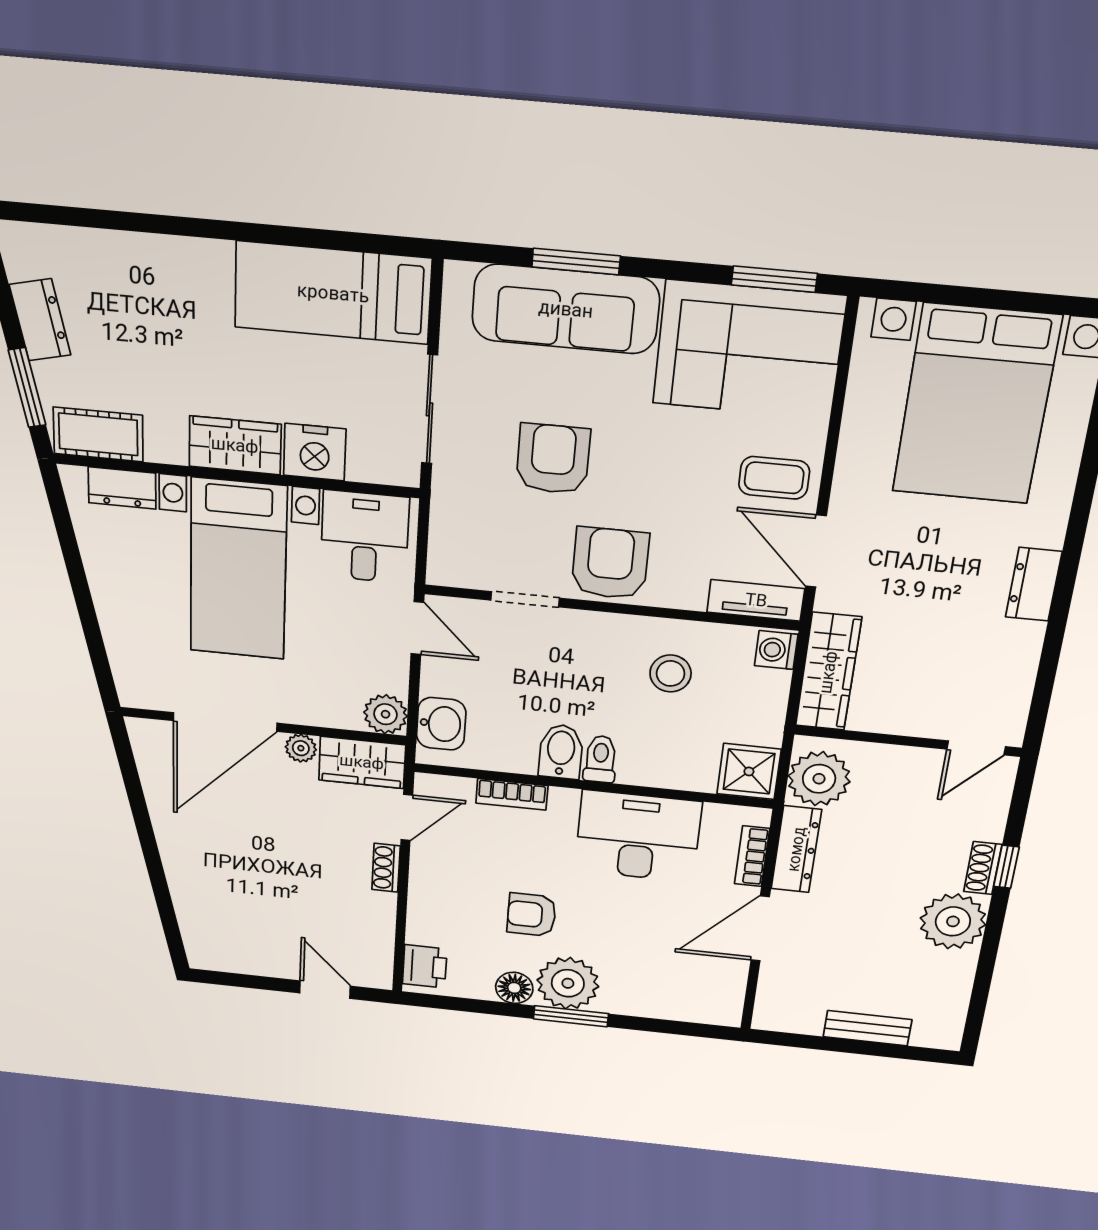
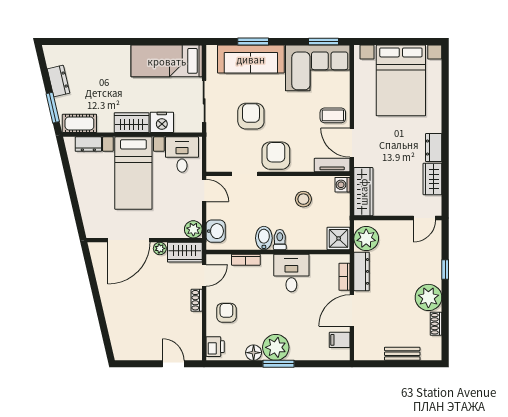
wardrobe: (1015, 660) -> (432, 179), added
desk: (638, 836) -> (291, 273), width x0.73
shoe rack: (983, 868) -> (436, 324), moved
armchair: (532, 915) -> (226, 313), moved, turned 90
filing cabinet: (722, 985) -> (340, 340), added

